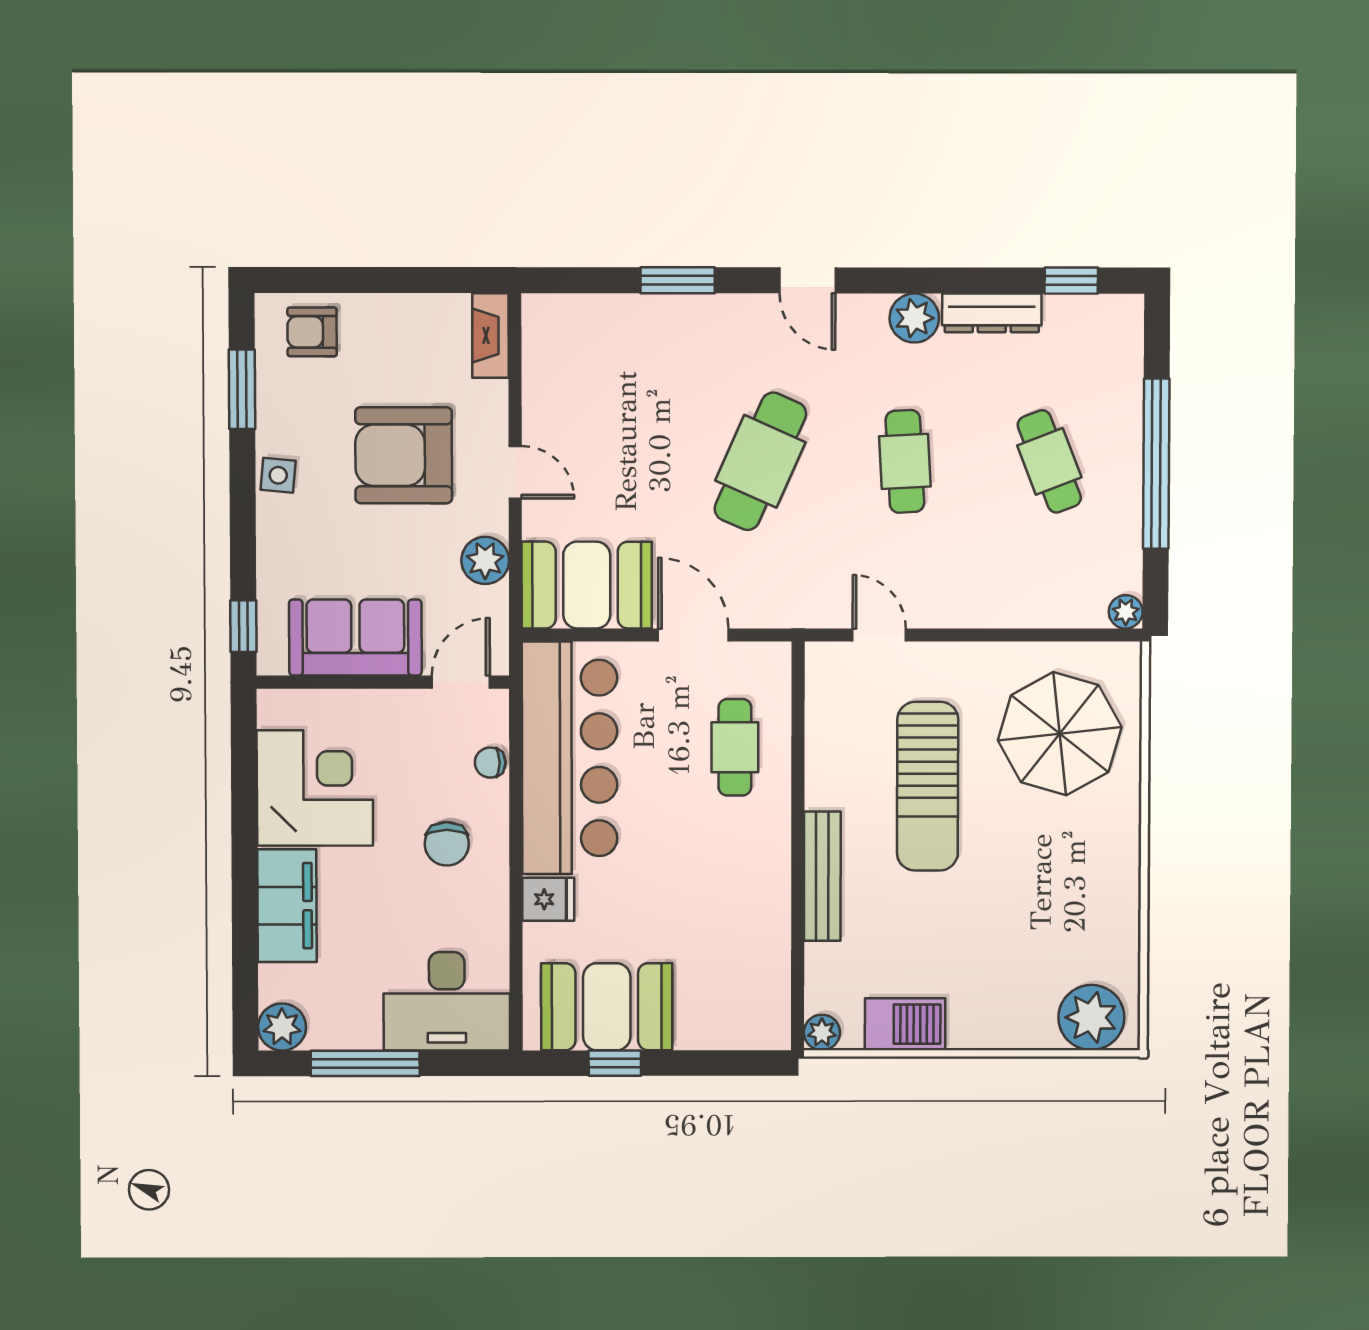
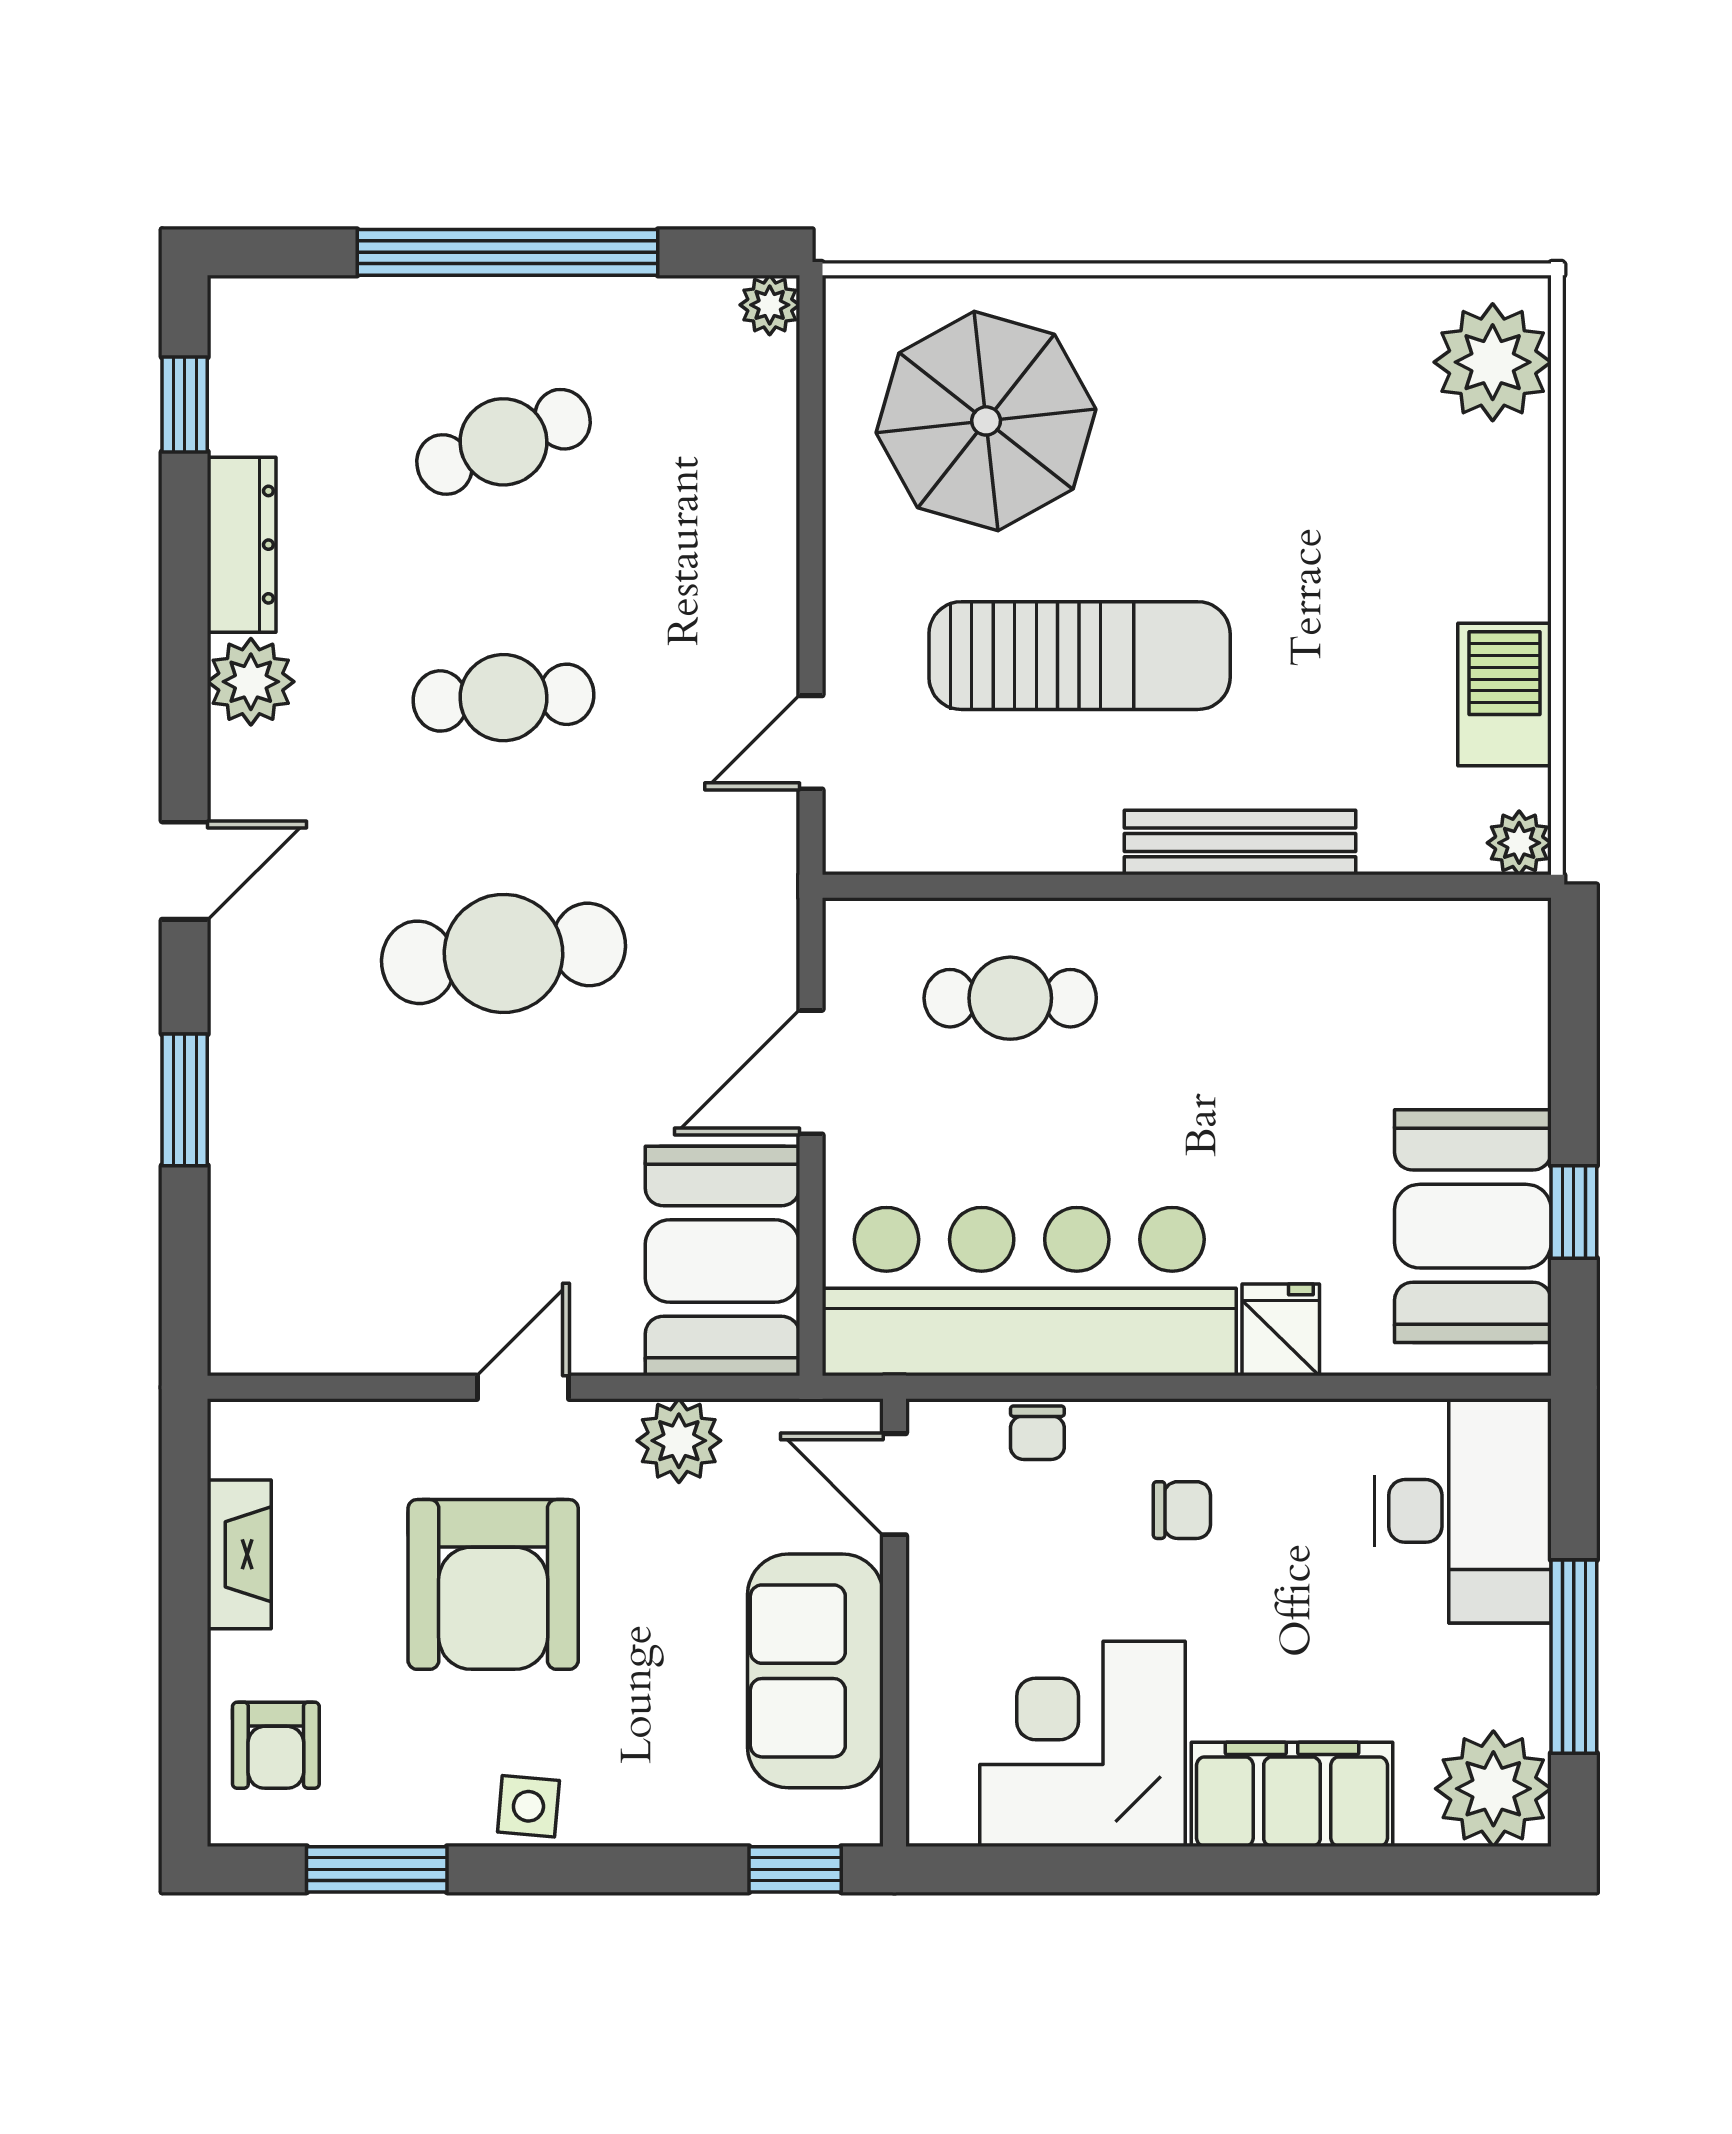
fireplace: (490, 335) -> (239, 1554), moved, turned -90
cafe table: (760, 461) -> (504, 953), turned -30
chair: (447, 844) -> (1182, 1510), width x0.73, depth x0.73
plant: (282, 1027) -> (1493, 1789), width x1.36, depth x1.36

